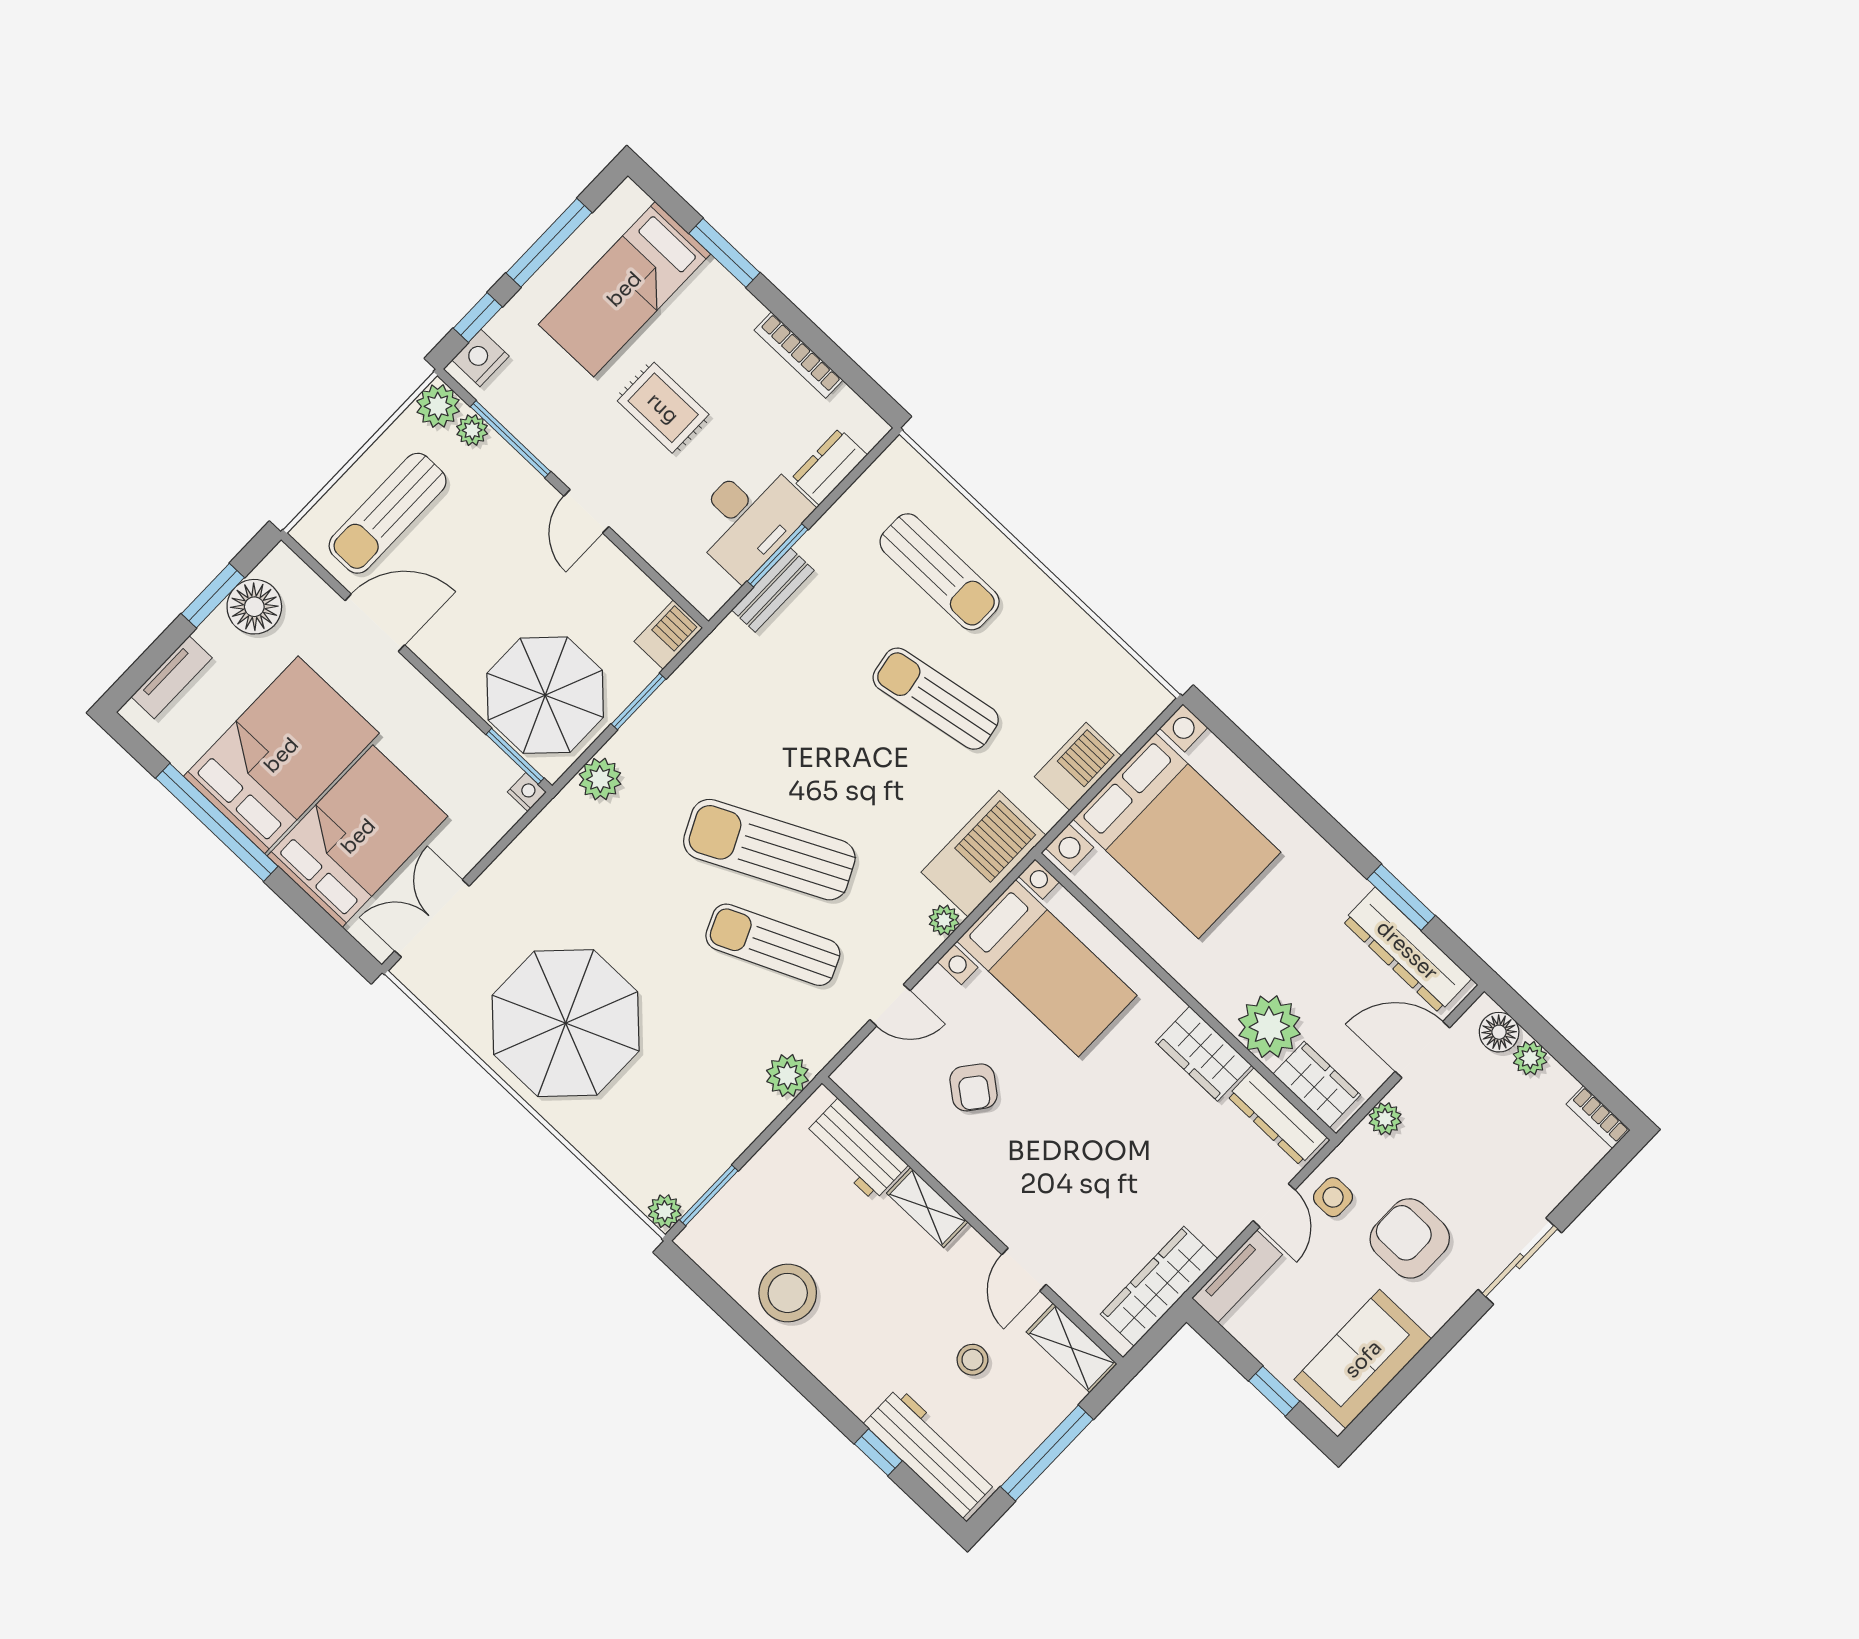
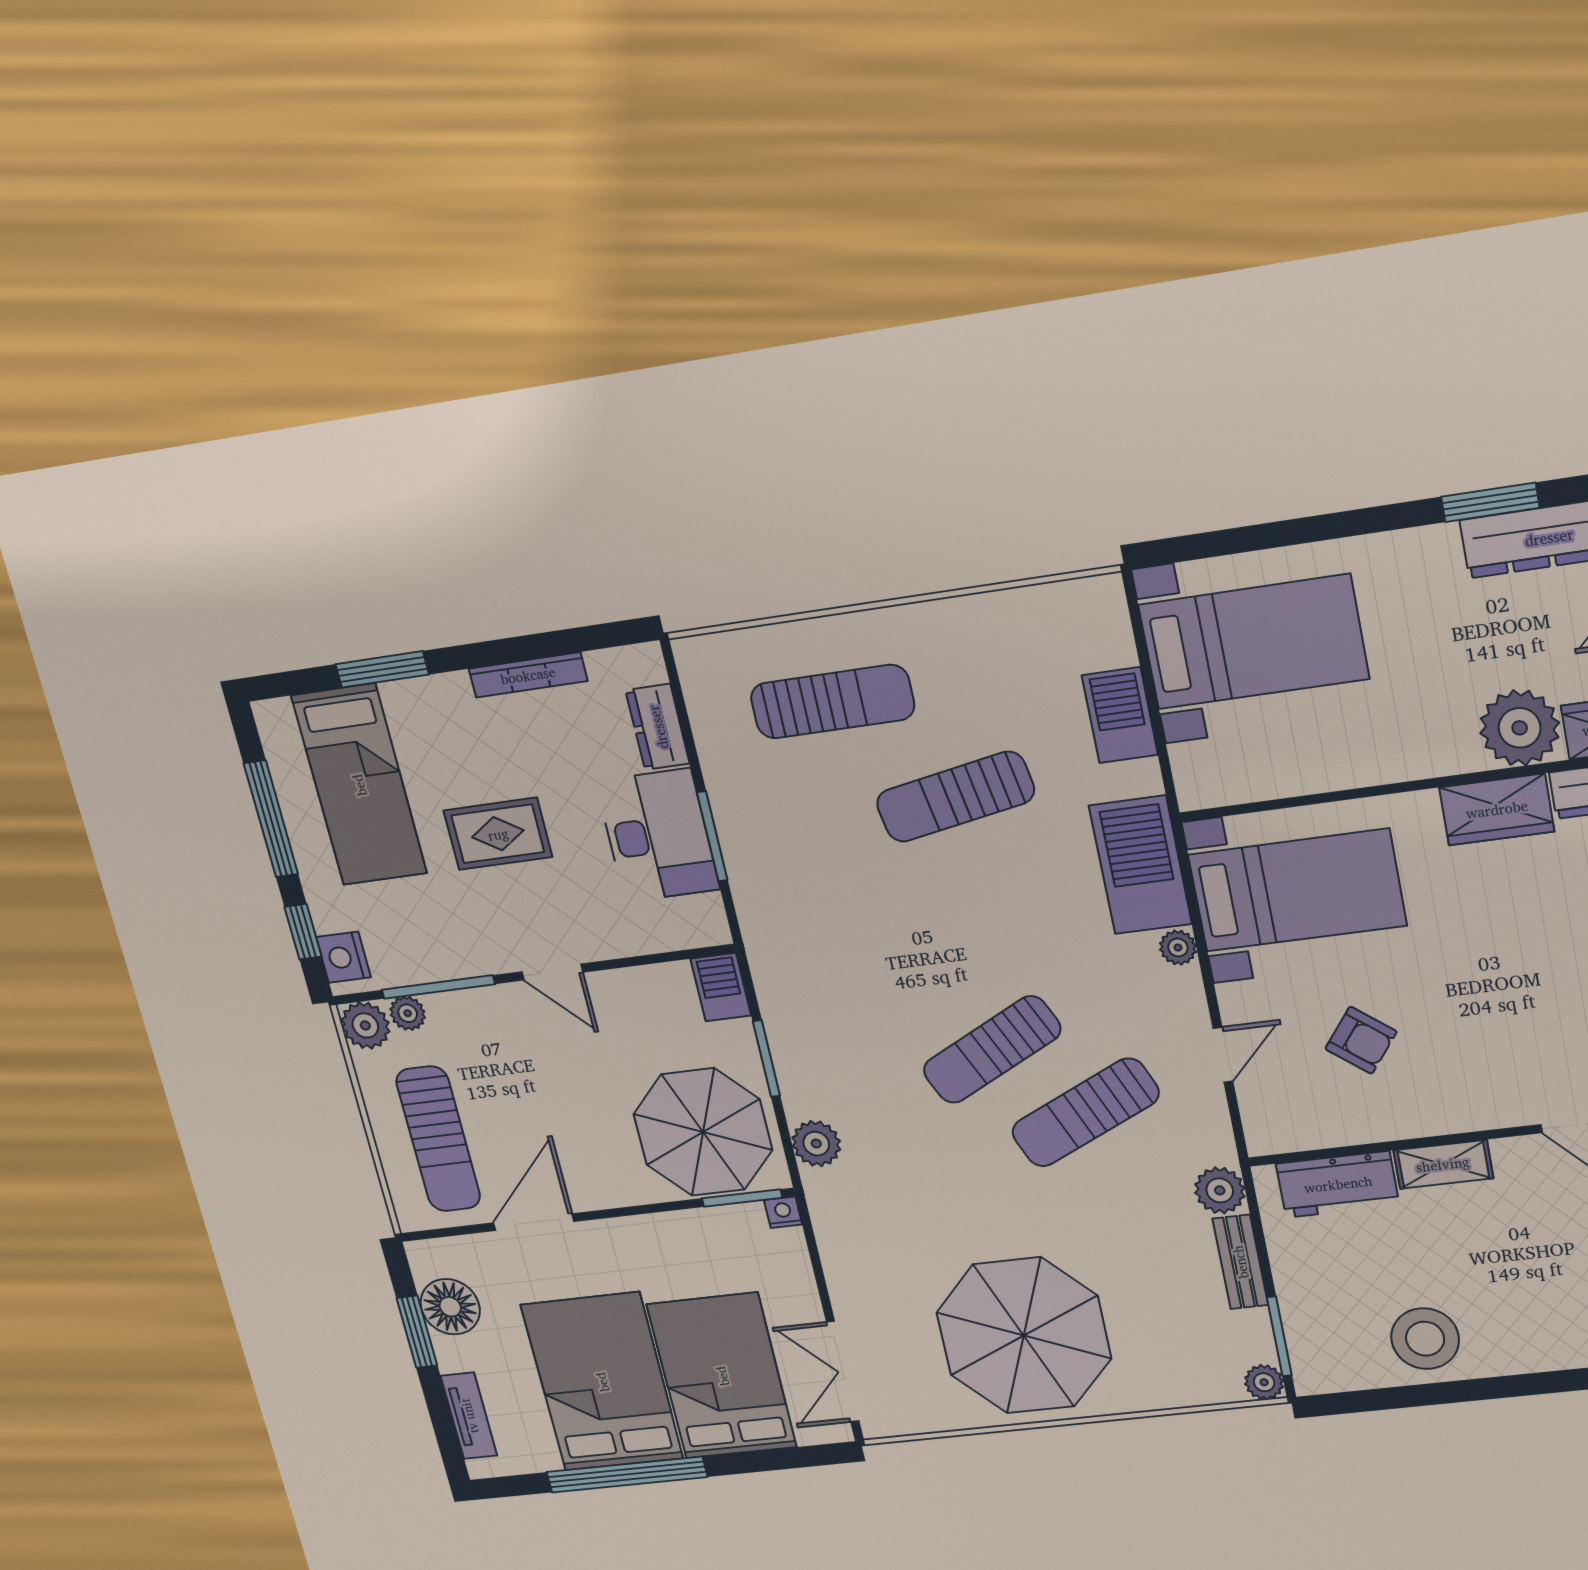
bench: (773, 590) -> (1240, 1262), moved
bed with nightstands: (1177, 836) -> (1254, 642), width x0.73
sun lounger: (769, 850) -> (992, 1050), width x0.73, depth x0.75

